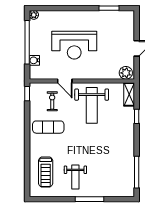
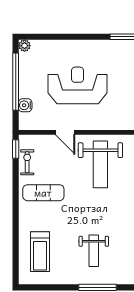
reception desk: (74, 45) -> (78, 85), turned 180
exercise bike: (52, 101) -> (27, 162), moved
weight bench: (75, 177) -> (94, 251), moved

